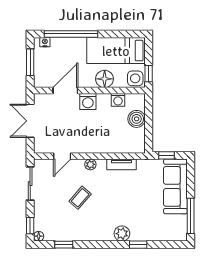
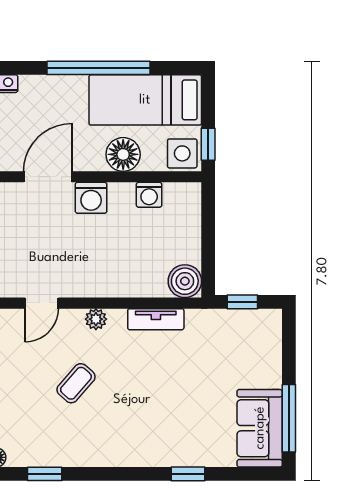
window: (71, 34) -> (98, 68), moved
boiler: (137, 119) -> (185, 281), moved
sofa: (175, 186) -> (260, 428), moved, width x0.73
plant: (122, 234) -> (157, 452), removed

